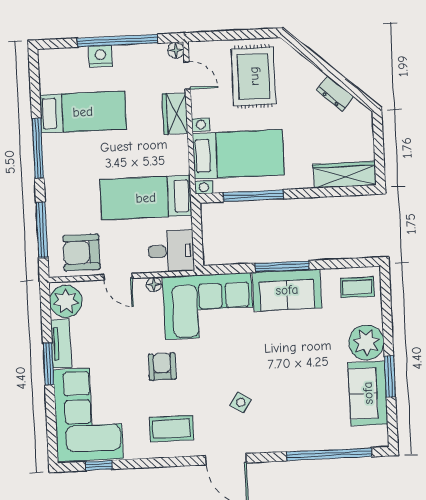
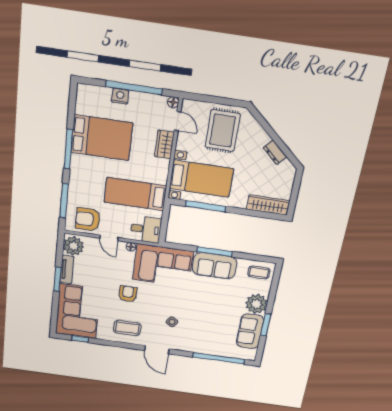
bed: (83, 112) -> (102, 138), width x1.50

